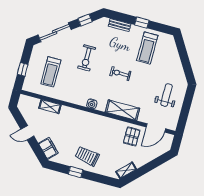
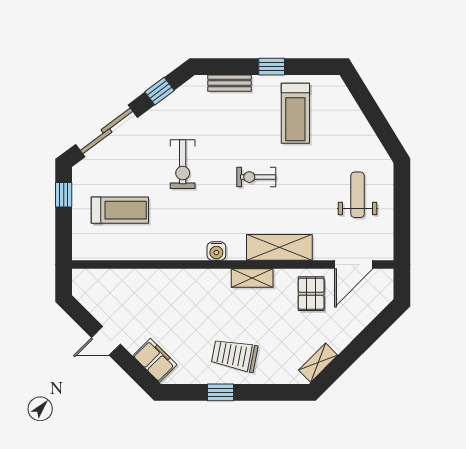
window: (23, 69) -> (64, 195), moved
treadmill: (51, 72) -> (120, 210), turned -90
shelving: (50, 106) -> (252, 278), moved

